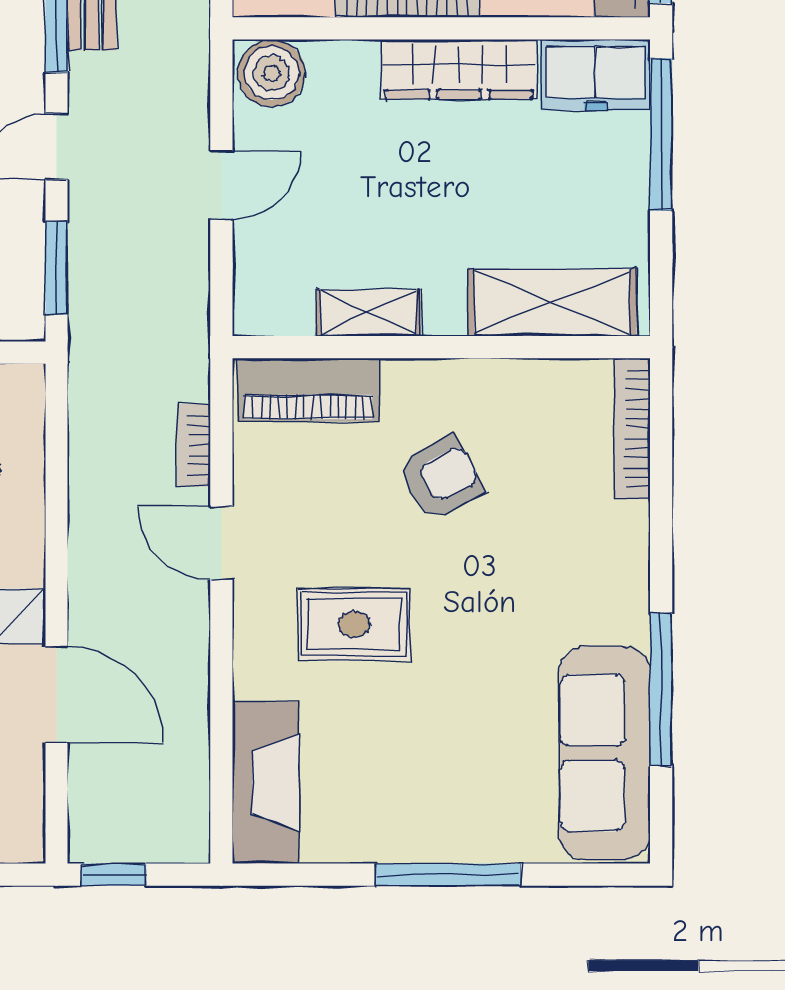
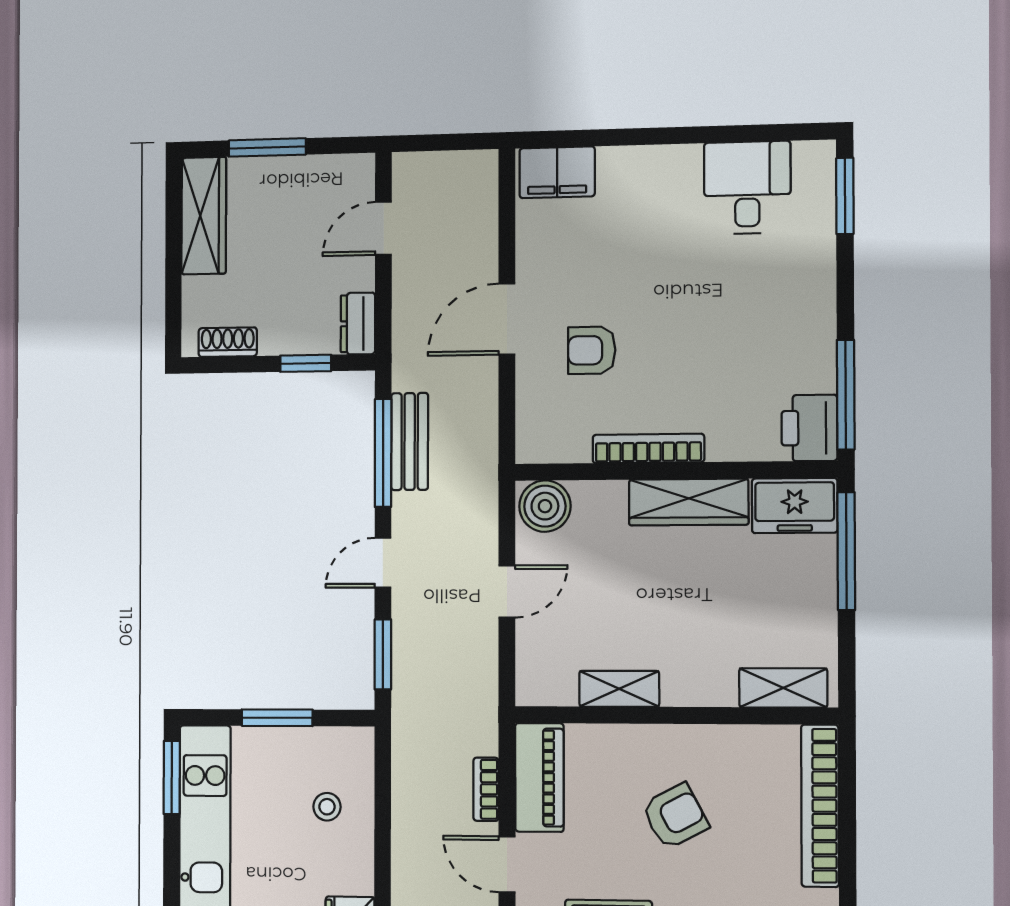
shelving: (552, 302) -> (783, 688), width x0.67, depth x0.75
piano: (308, 390) -> (539, 777), moved, turned -90
bookcase: (632, 429) -> (820, 806), width x1.48, depth x1.31

